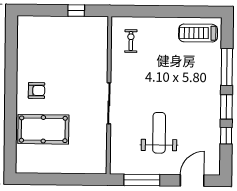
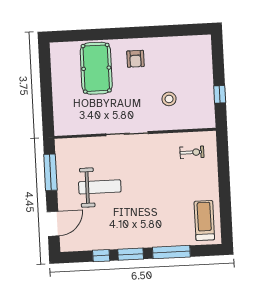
stool: (78, 60) -> (169, 99), added
door: (192, 181) -> (53, 224), hinge flipped

